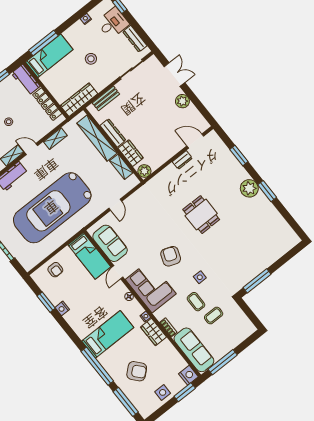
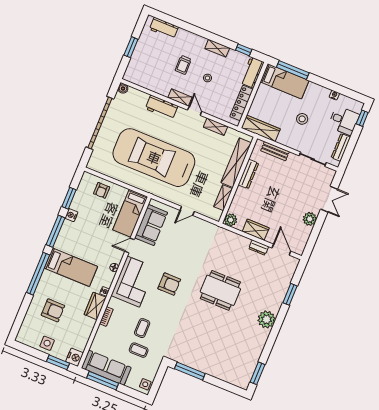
wardrobe: (131, 153) -> (256, 230), moved, turned -90
window: (267, 191) -> (258, 373), moved
dining table: (201, 215) -> (220, 290), width x1.37
armchair: (171, 256) -> (169, 284), turned 70
side table: (200, 277) -> (145, 384), moved
sofa: (194, 350) -> (106, 368), moved, turned -90
armchair: (137, 371) -> (53, 310), turned -49
window: (126, 402) -> (55, 231), moved

